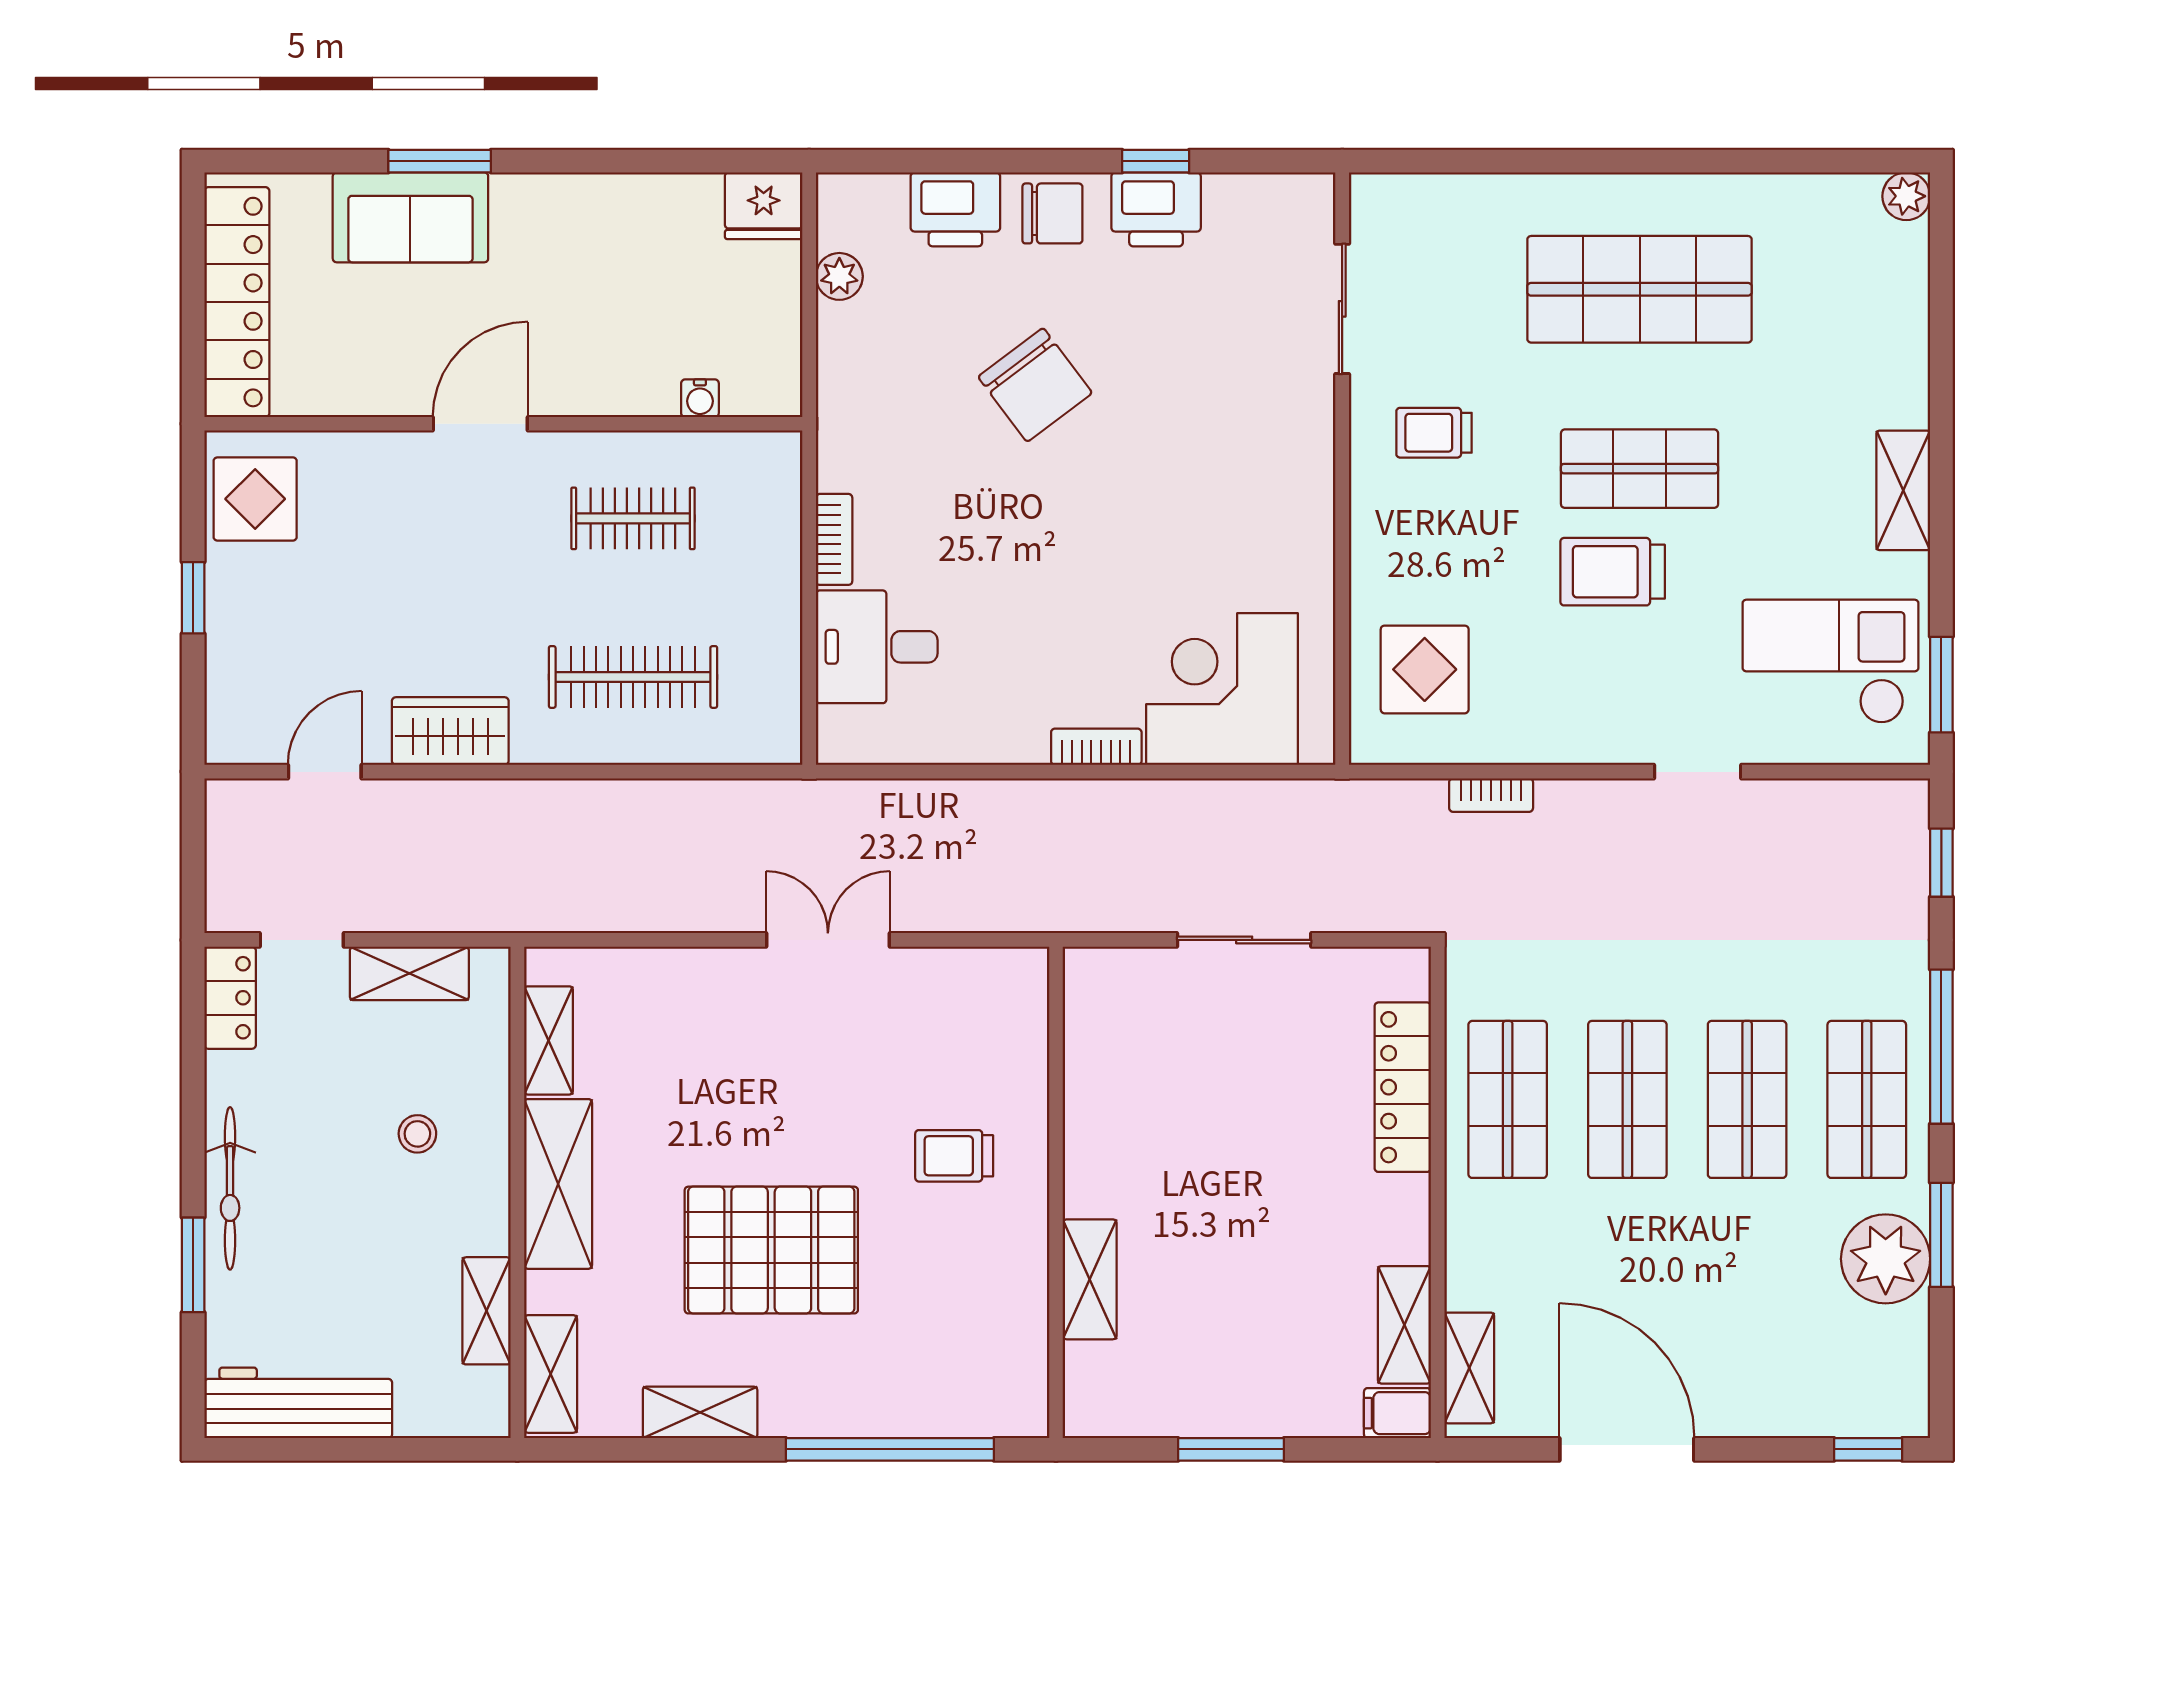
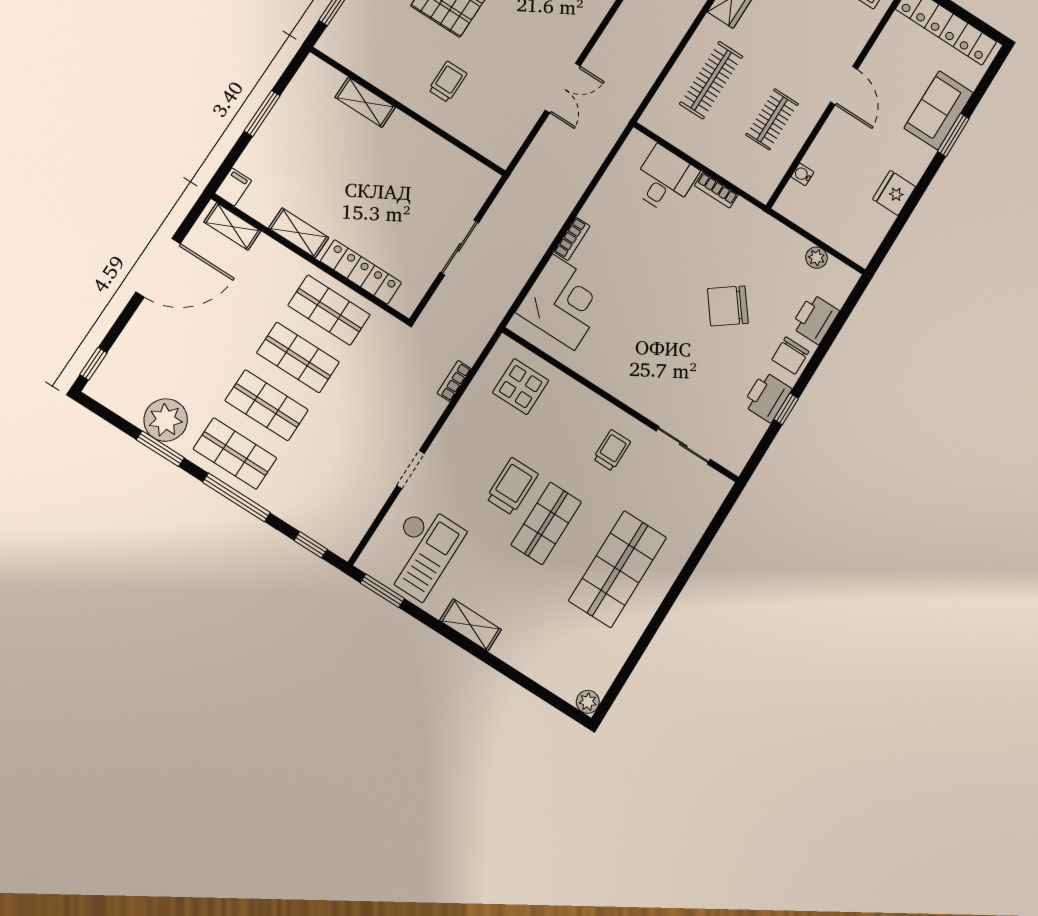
fridge: (764, 206) -> (894, 193), moved
shelving: (1404, 1325) -> (299, 233), moved

